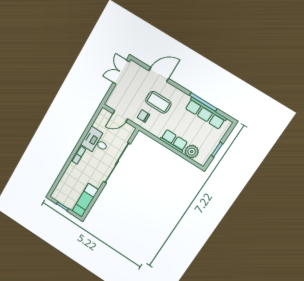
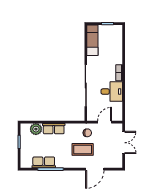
double door: (121, 72) -> (124, 143), moved
row of seats: (206, 113) -> (44, 162), width x0.68

